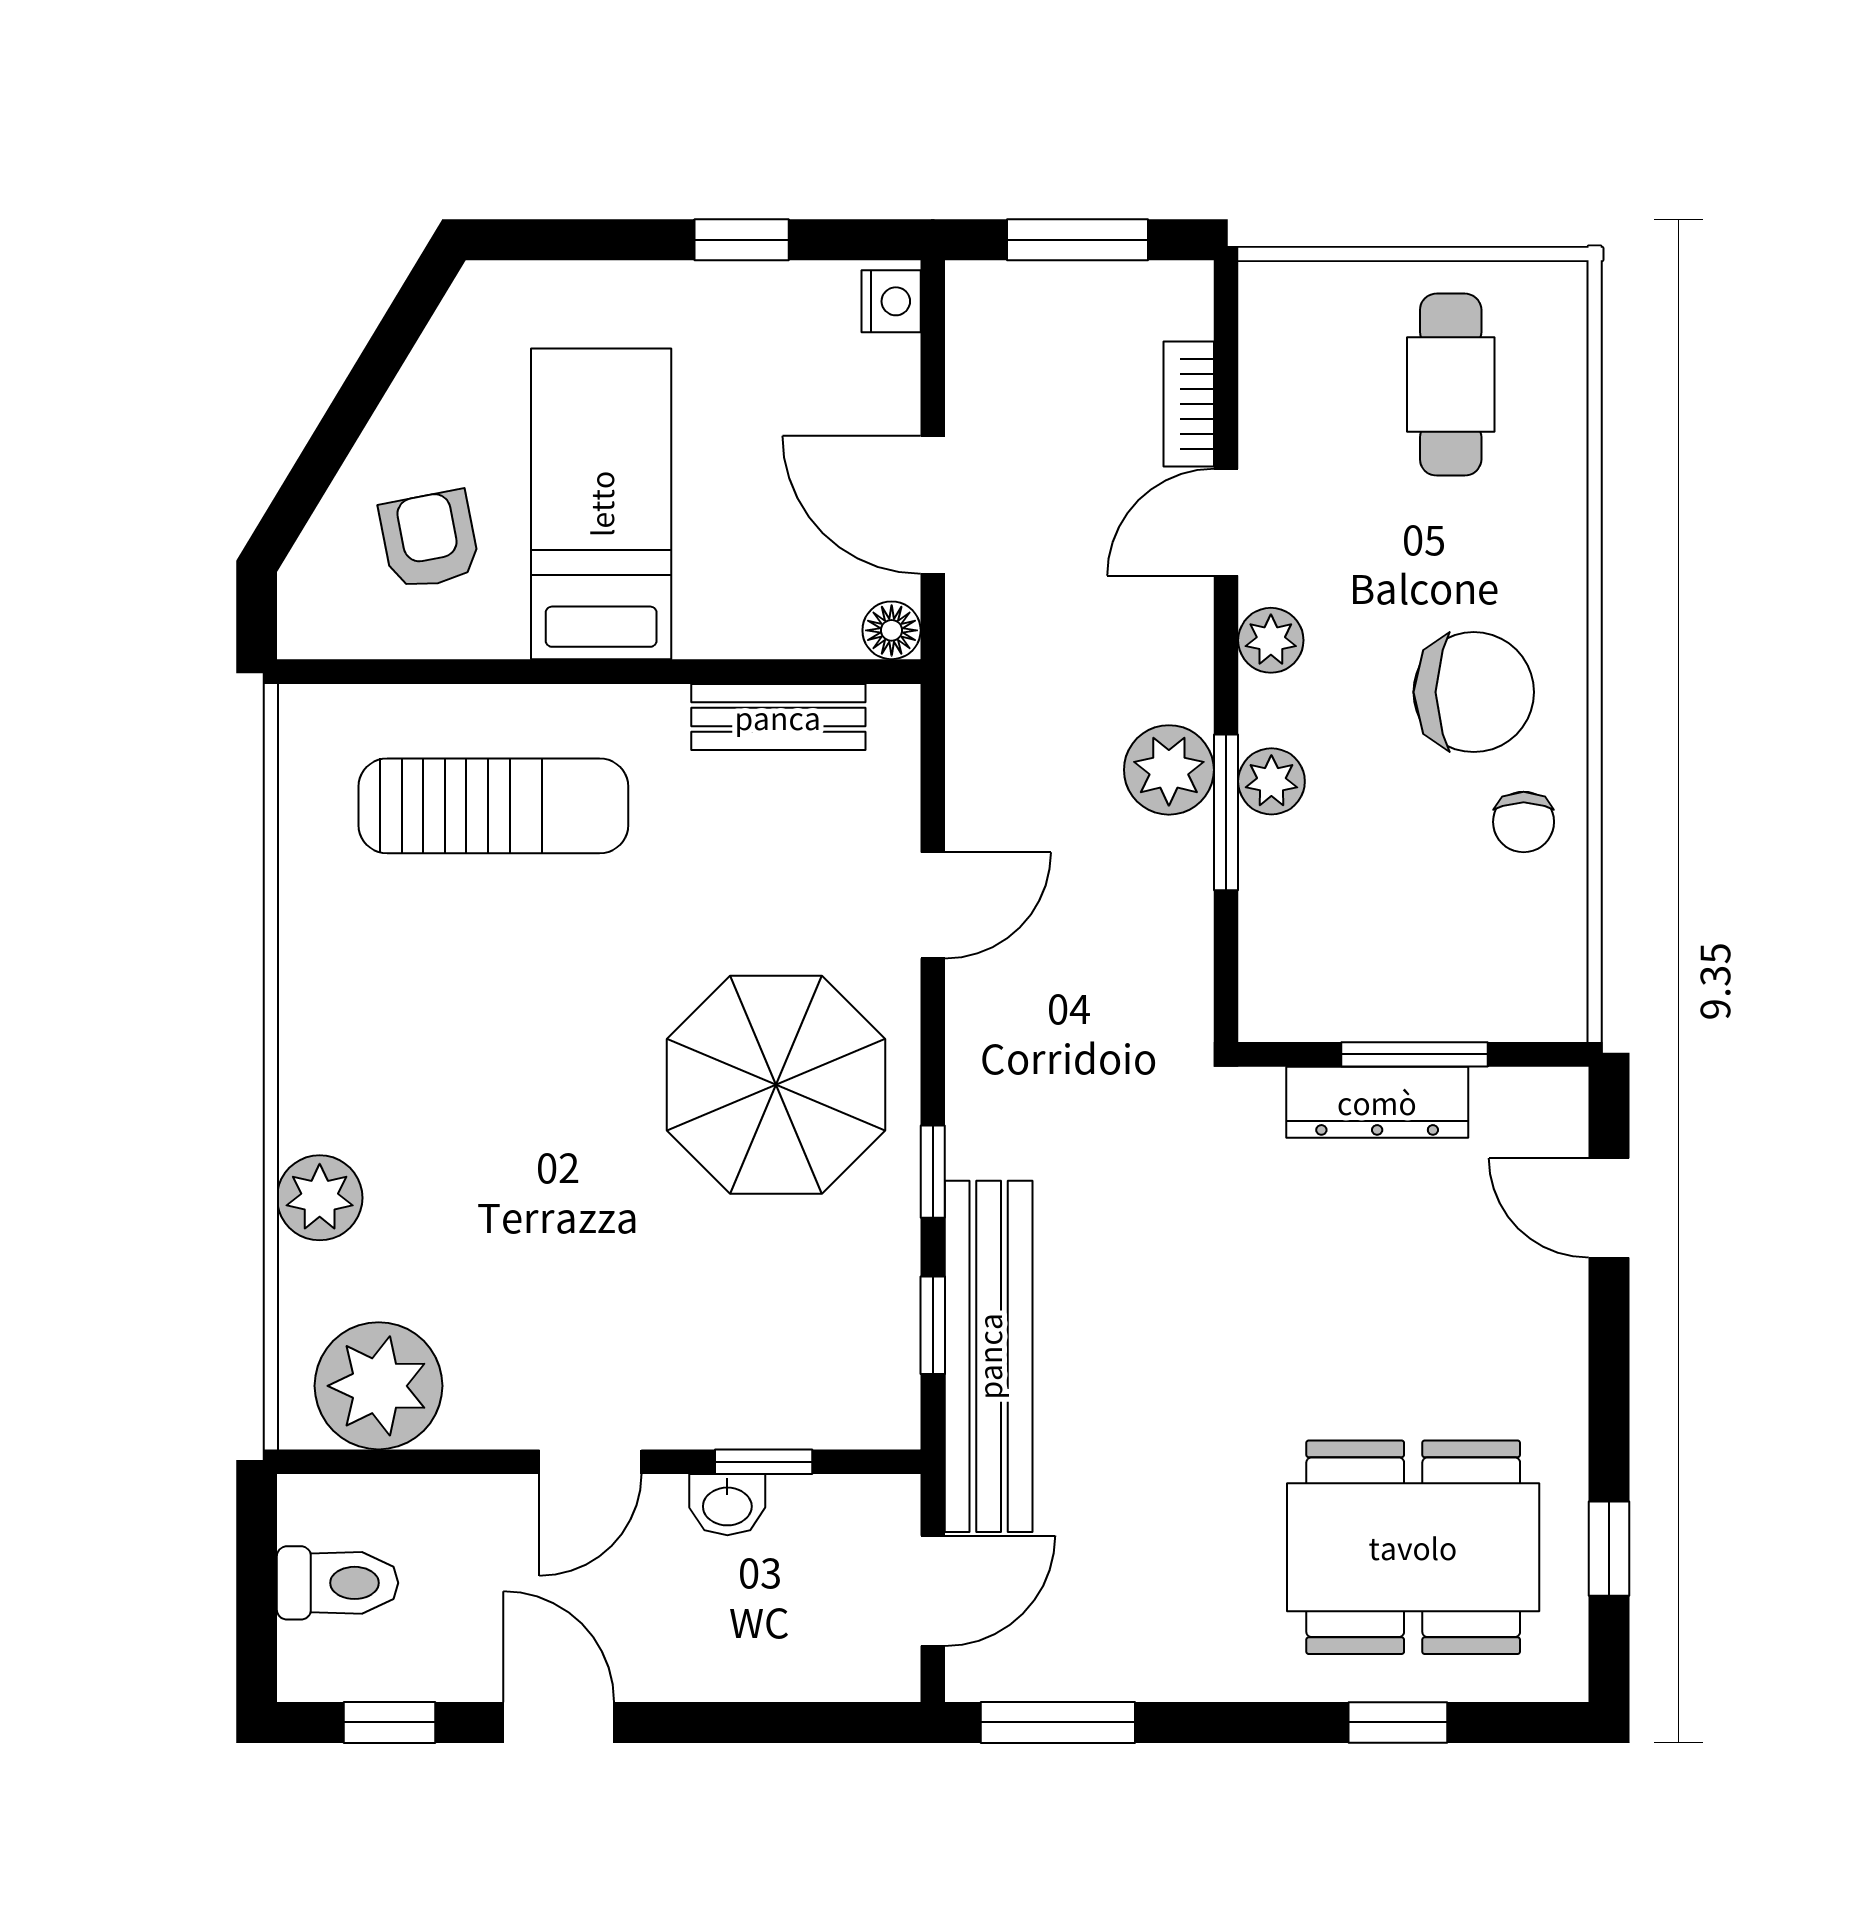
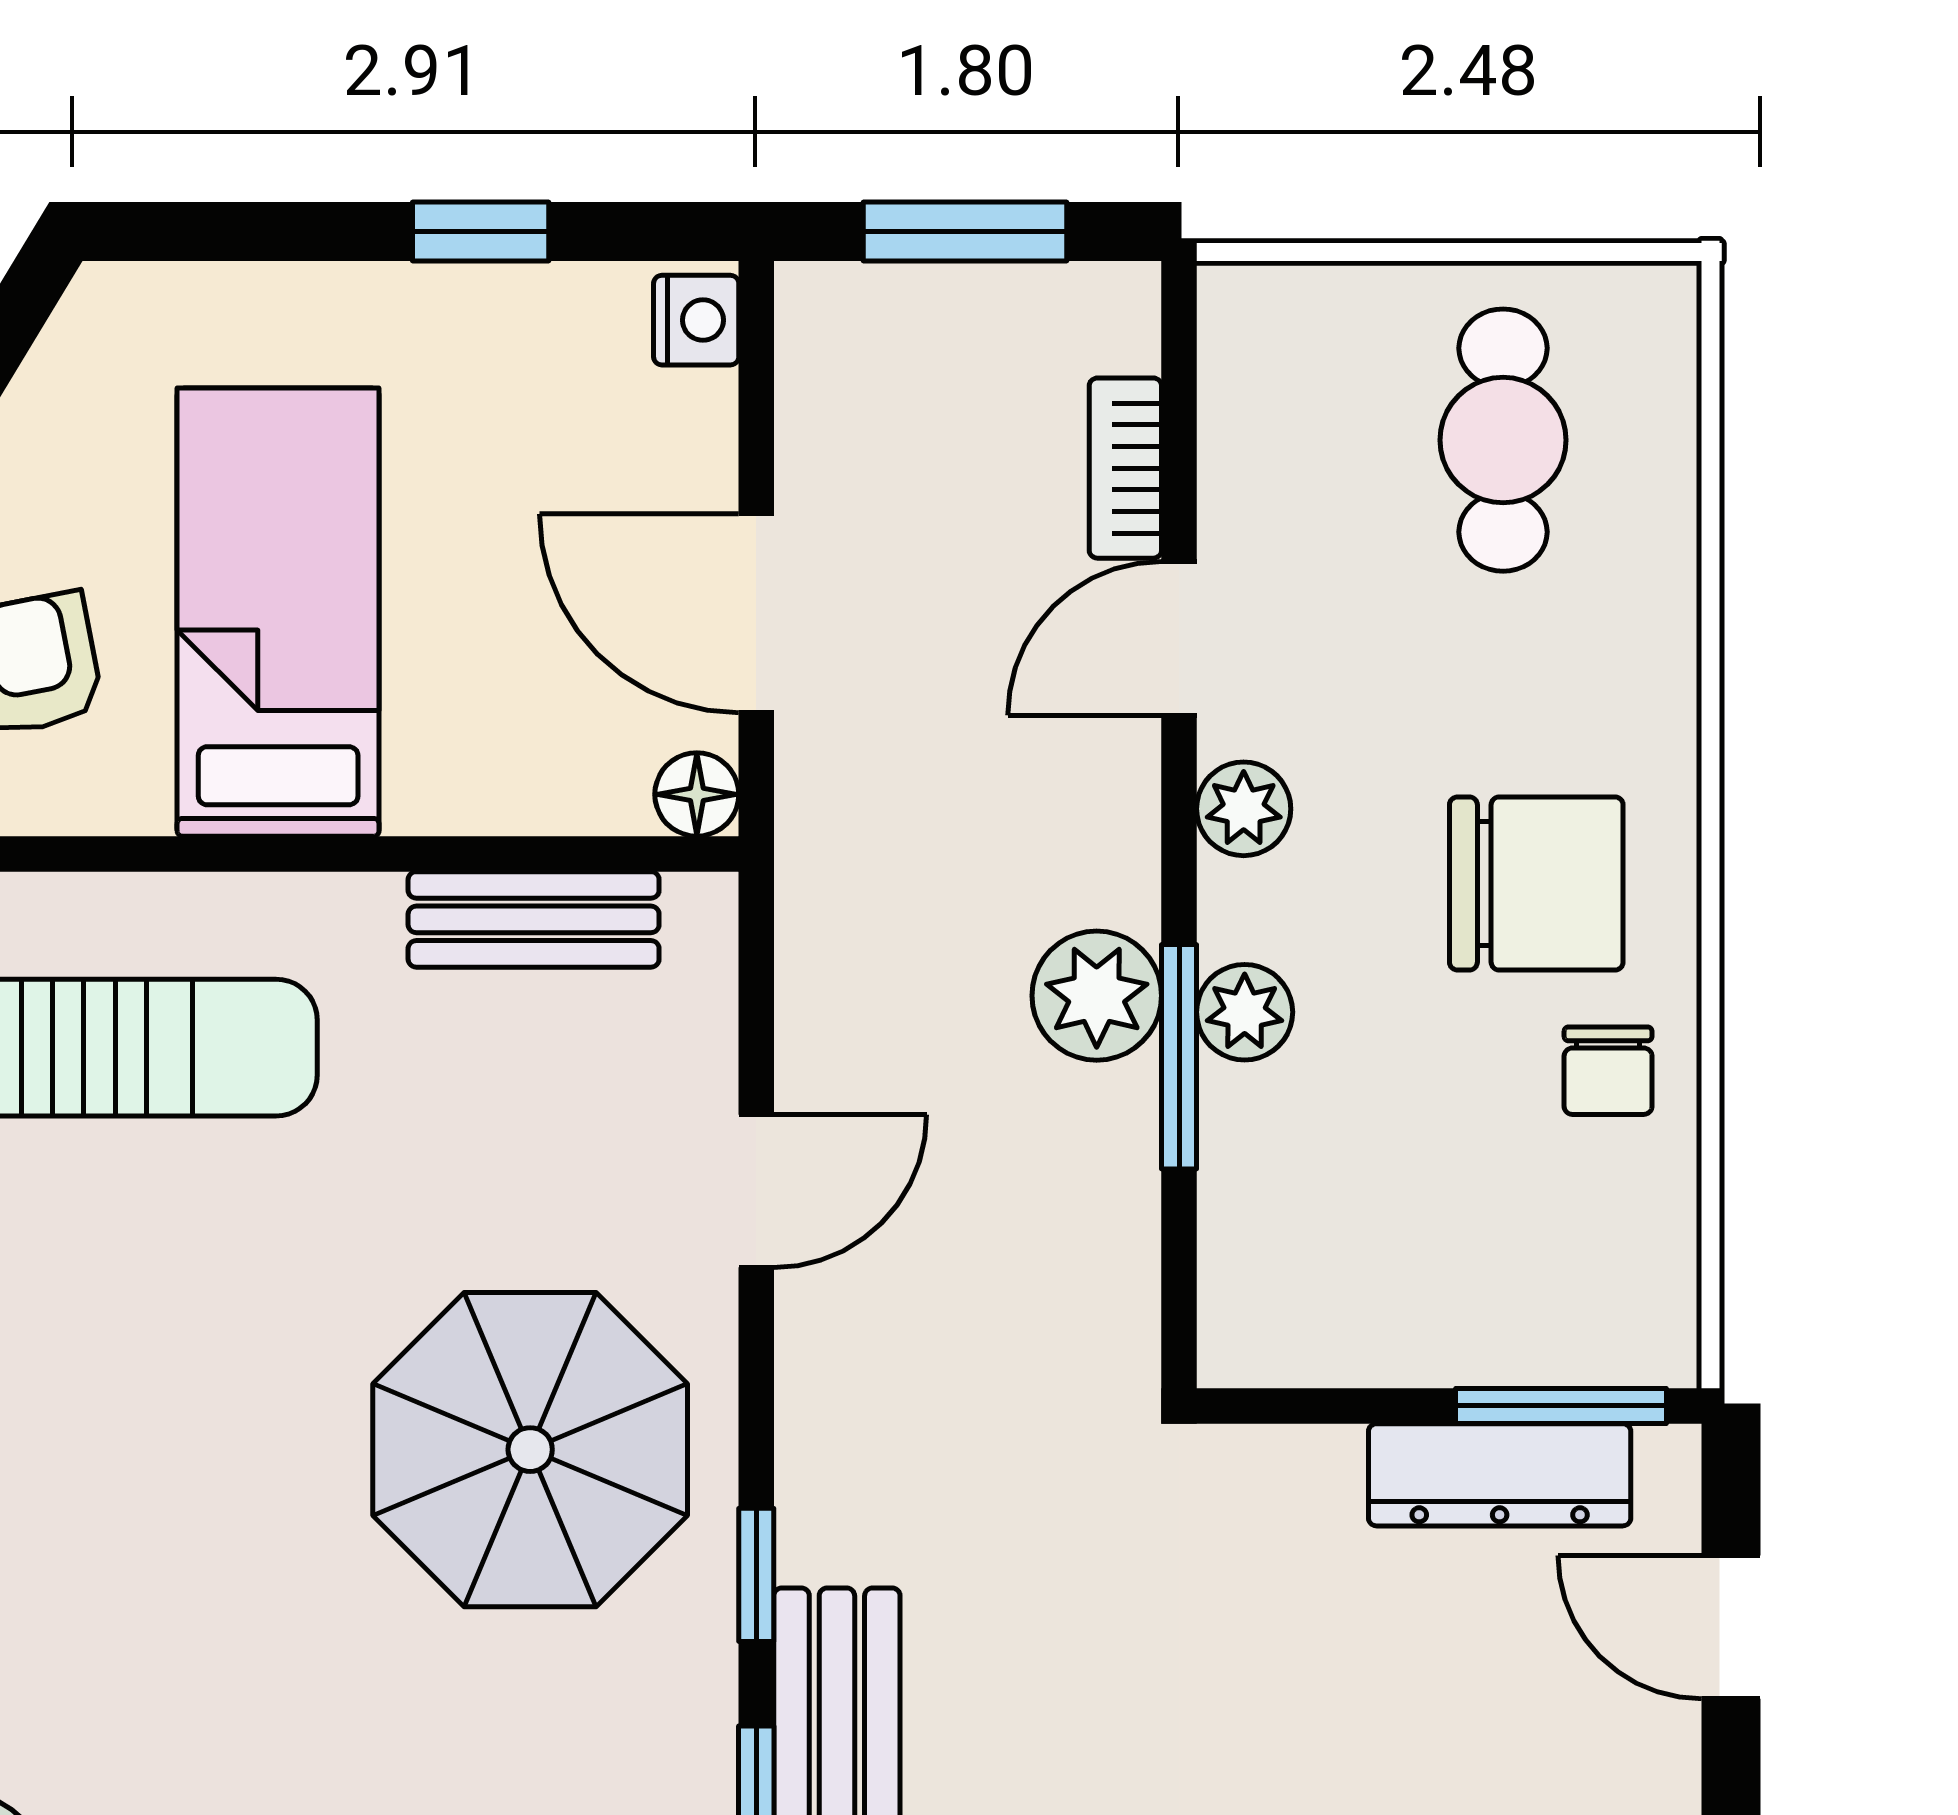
window: (1414, 1054) -> (1561, 1406), moved
dresser: (1377, 1102) -> (1500, 1475), moved

